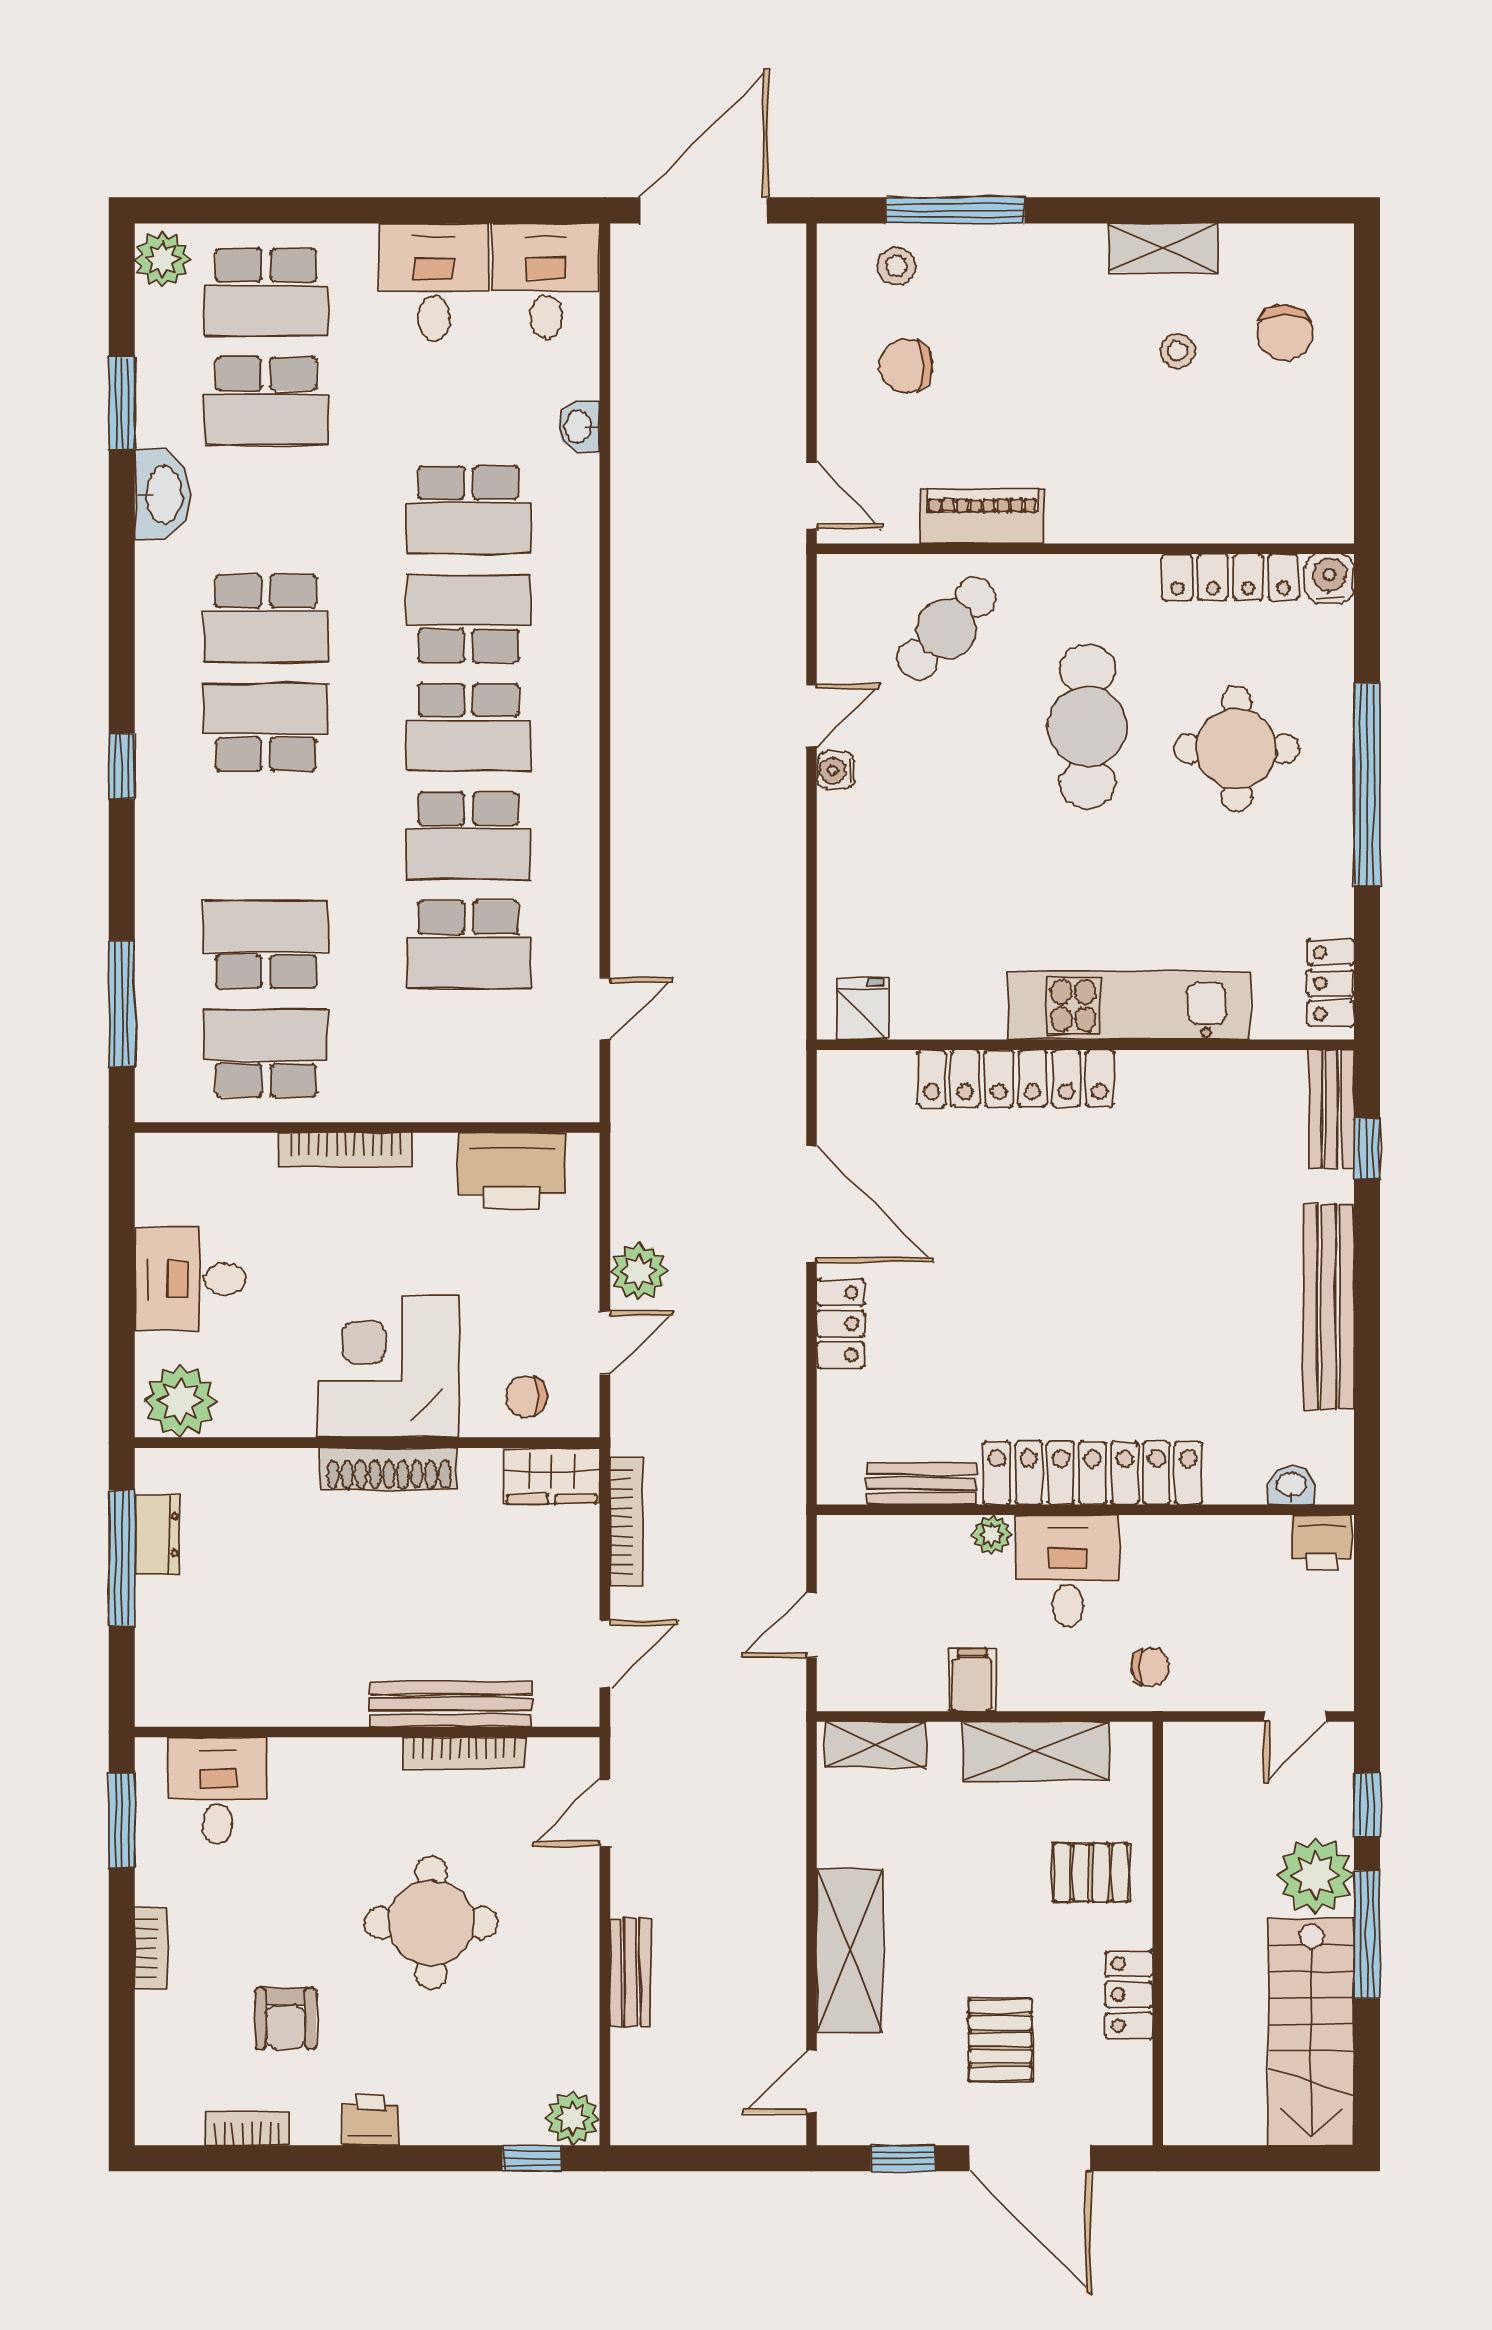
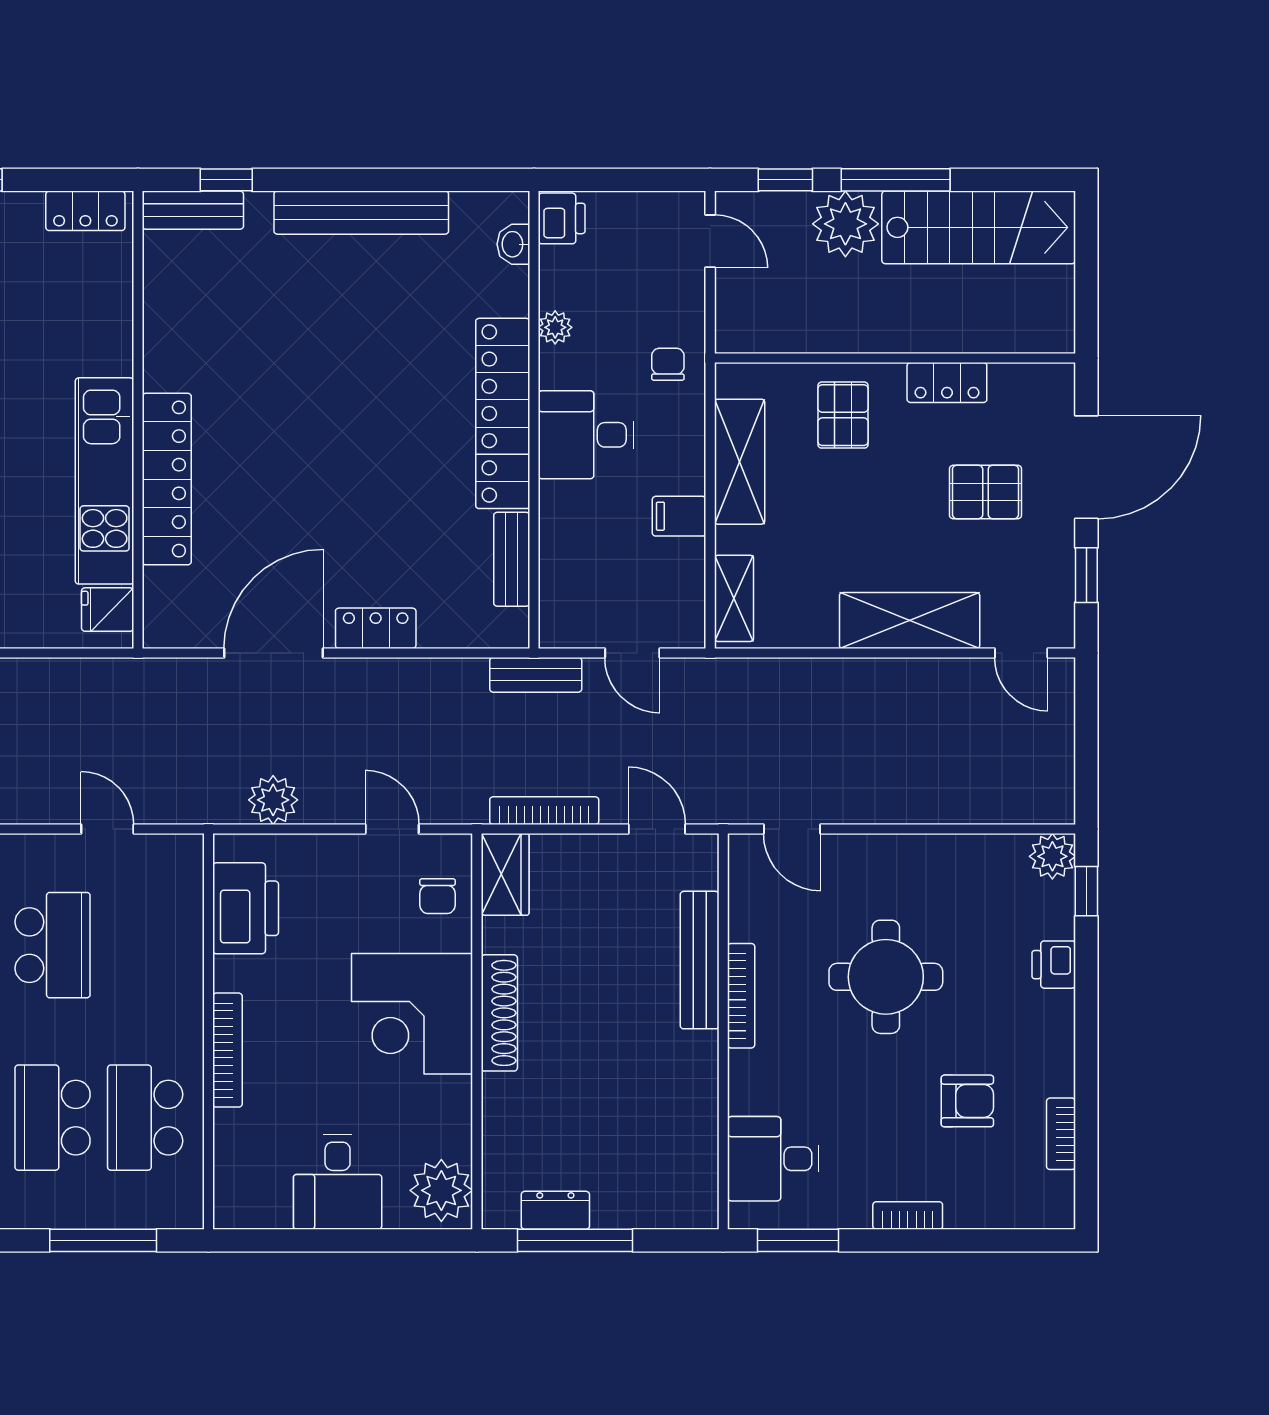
kitchen unit: (1129, 1005) -> (105, 481), moved
plant: (639, 1271) -> (273, 800), moved
plant: (992, 1535) -> (555, 327), moved
bookcase: (464, 1753) -> (741, 996), moved
bench: (631, 1972) -> (536, 675), moved
printer: (371, 2120) -> (1054, 965), moved

